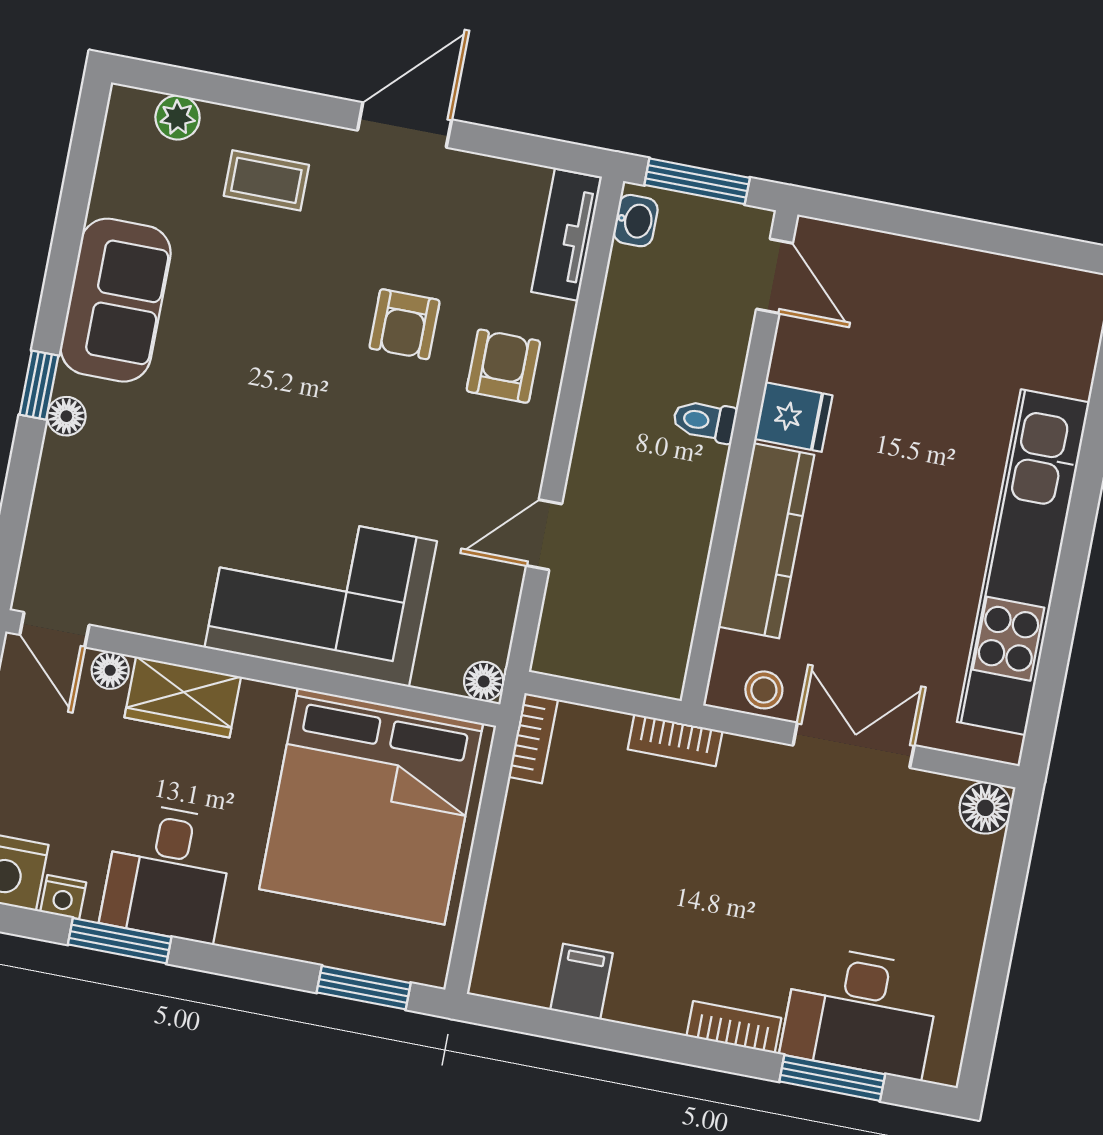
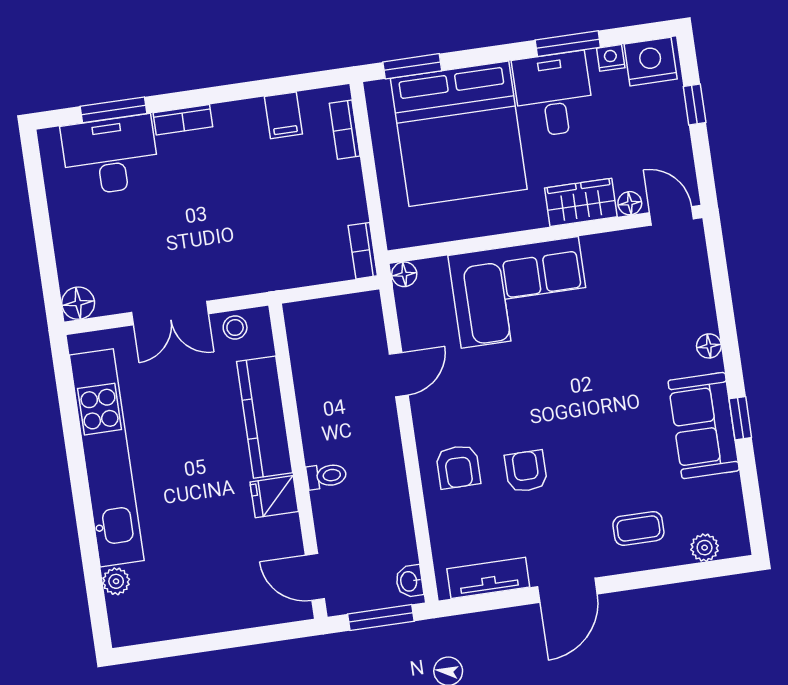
tv unit: (566, 235) -> (488, 578), moved, turned -90
plant: (1073, 373) -> (116, 581), added
window: (39, 385) -> (740, 418), moved
bookcase: (675, 740) -> (345, 130), moved, turned -90
bed: (371, 806) -> (459, 134), moved, turned 180

